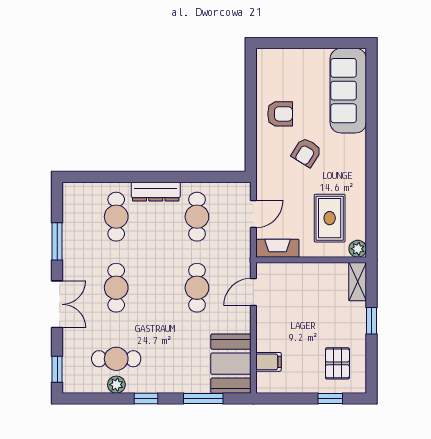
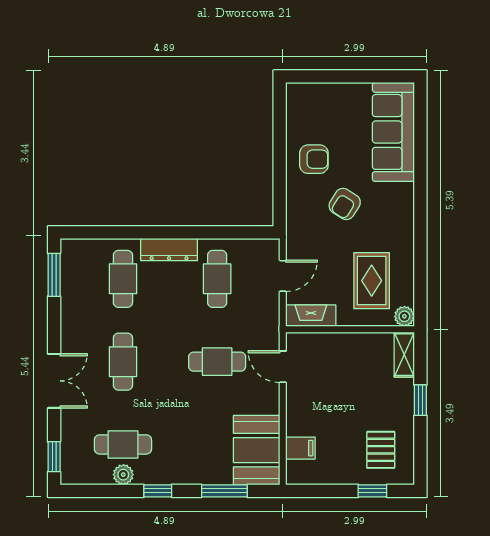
window: (57, 241) -> (54, 275), moved
cafe table: (197, 288) -> (217, 362), turned 90
door: (253, 292) -> (283, 367), hinge flipped

